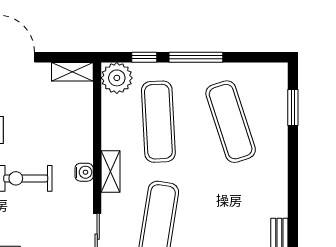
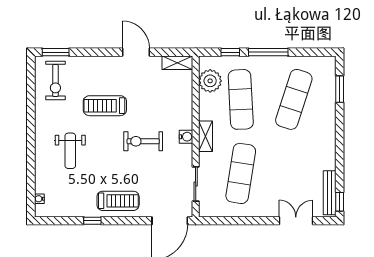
plant: (117, 78) -> (210, 81), moved
exercise mat: (231, 122) -> (294, 99), turned 36

